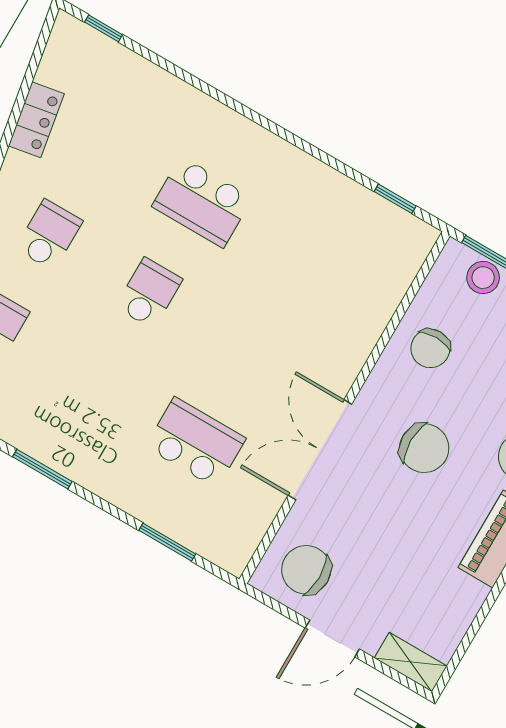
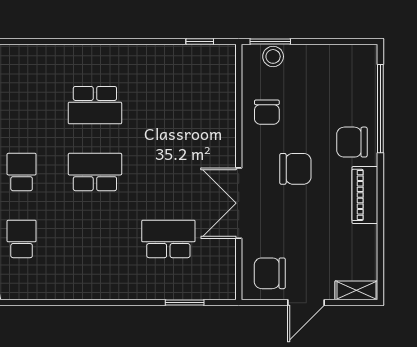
school desk: (149, 293) -> (95, 172), width x1.85
window: (42, 469) -> (93, 303), removed

